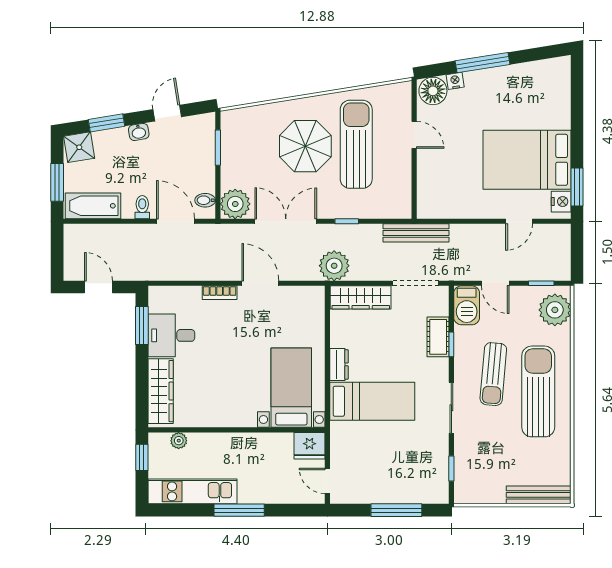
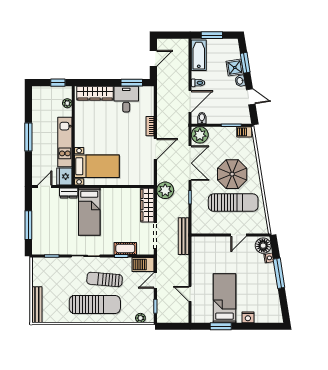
barbecue: (230, 125) -> (244, 132), added
shower: (79, 147) -> (235, 68), moved
bed: (527, 160) -> (225, 298), width x0.67
window: (577, 187) -> (221, 326), moved
nightstand: (561, 202) -> (248, 317), moved
plant: (555, 310) -> (140, 318), width x0.53, depth x0.53
dresser: (339, 364) -> (69, 193), moved
kitchen unit: (192, 491) -> (65, 142), moved, turned 180

